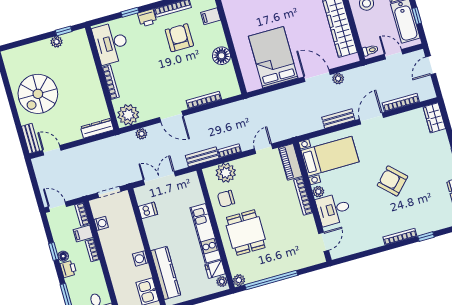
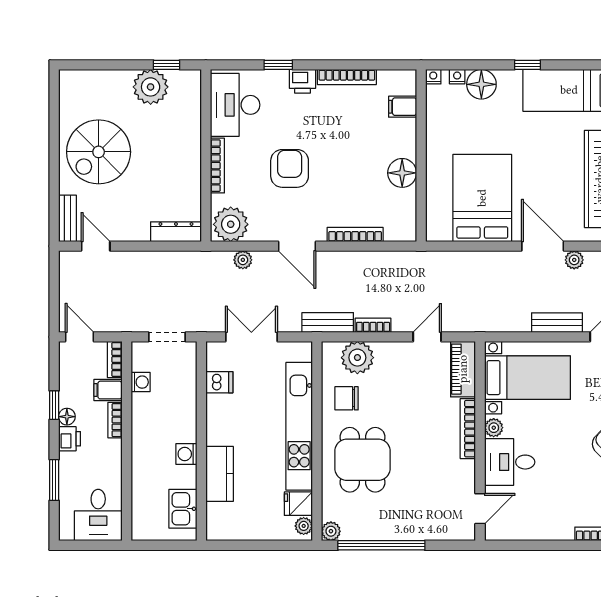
armchair: (179, 38) -> (290, 168), moved
plant: (57, 42) -> (151, 87), width x1.87, depth x1.87
kitchen unit: (205, 233) -> (299, 426), width x1.36
kitchen counter: (166, 273) -> (220, 474), width x0.67

